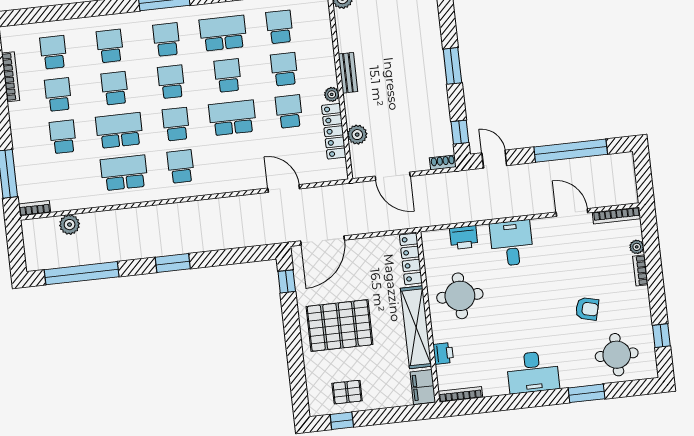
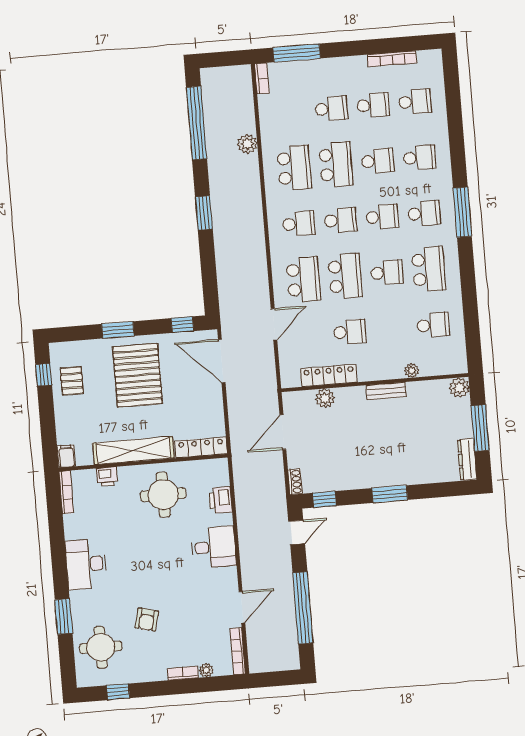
school desk: (284, 69) -> (303, 279), moved, width x1.85
plant: (332, 94) -> (412, 371), moved
plant: (70, 225) -> (247, 144), moved
window: (294, 347) -> (118, 330), added
filing cabinet: (423, 387) -> (66, 456), width x0.50

